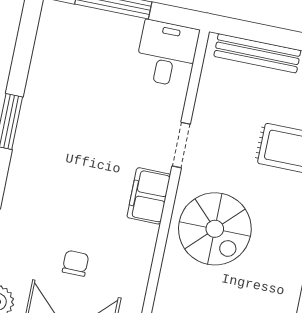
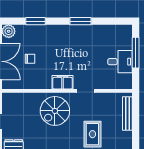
desk: (167, 54) -> (120, 62), moved

